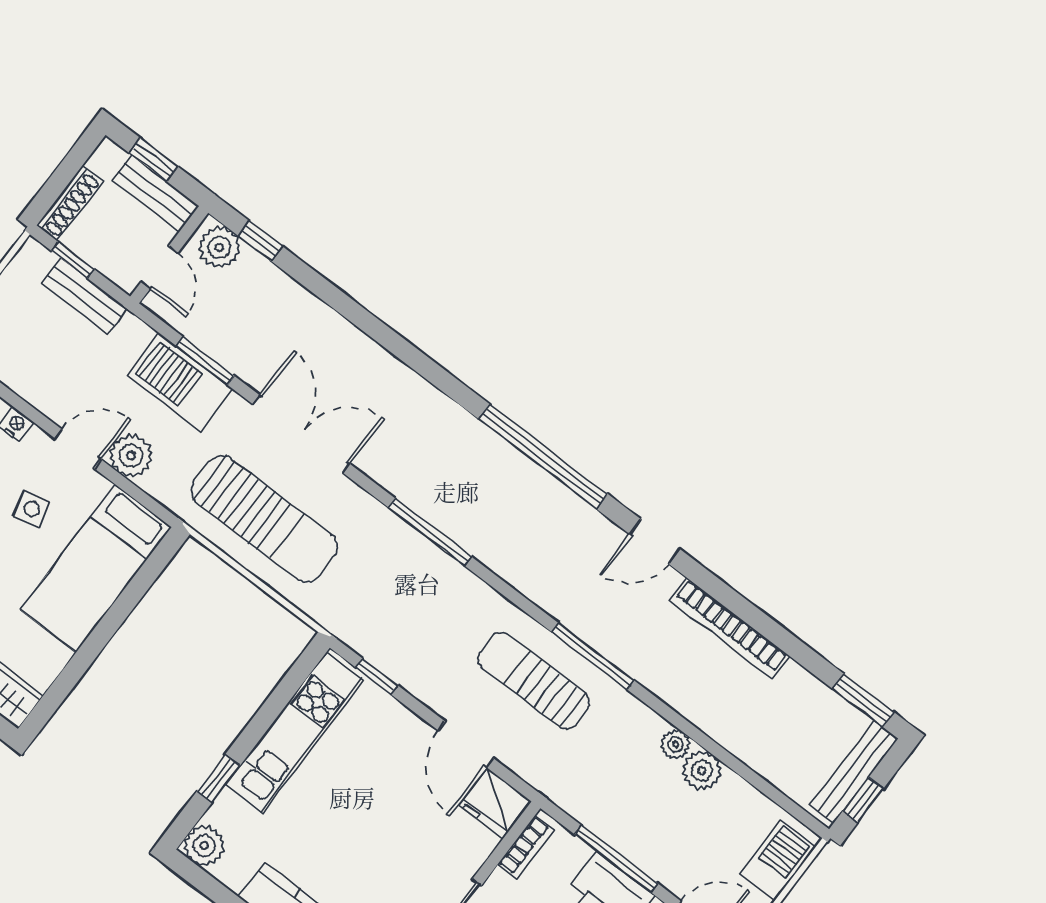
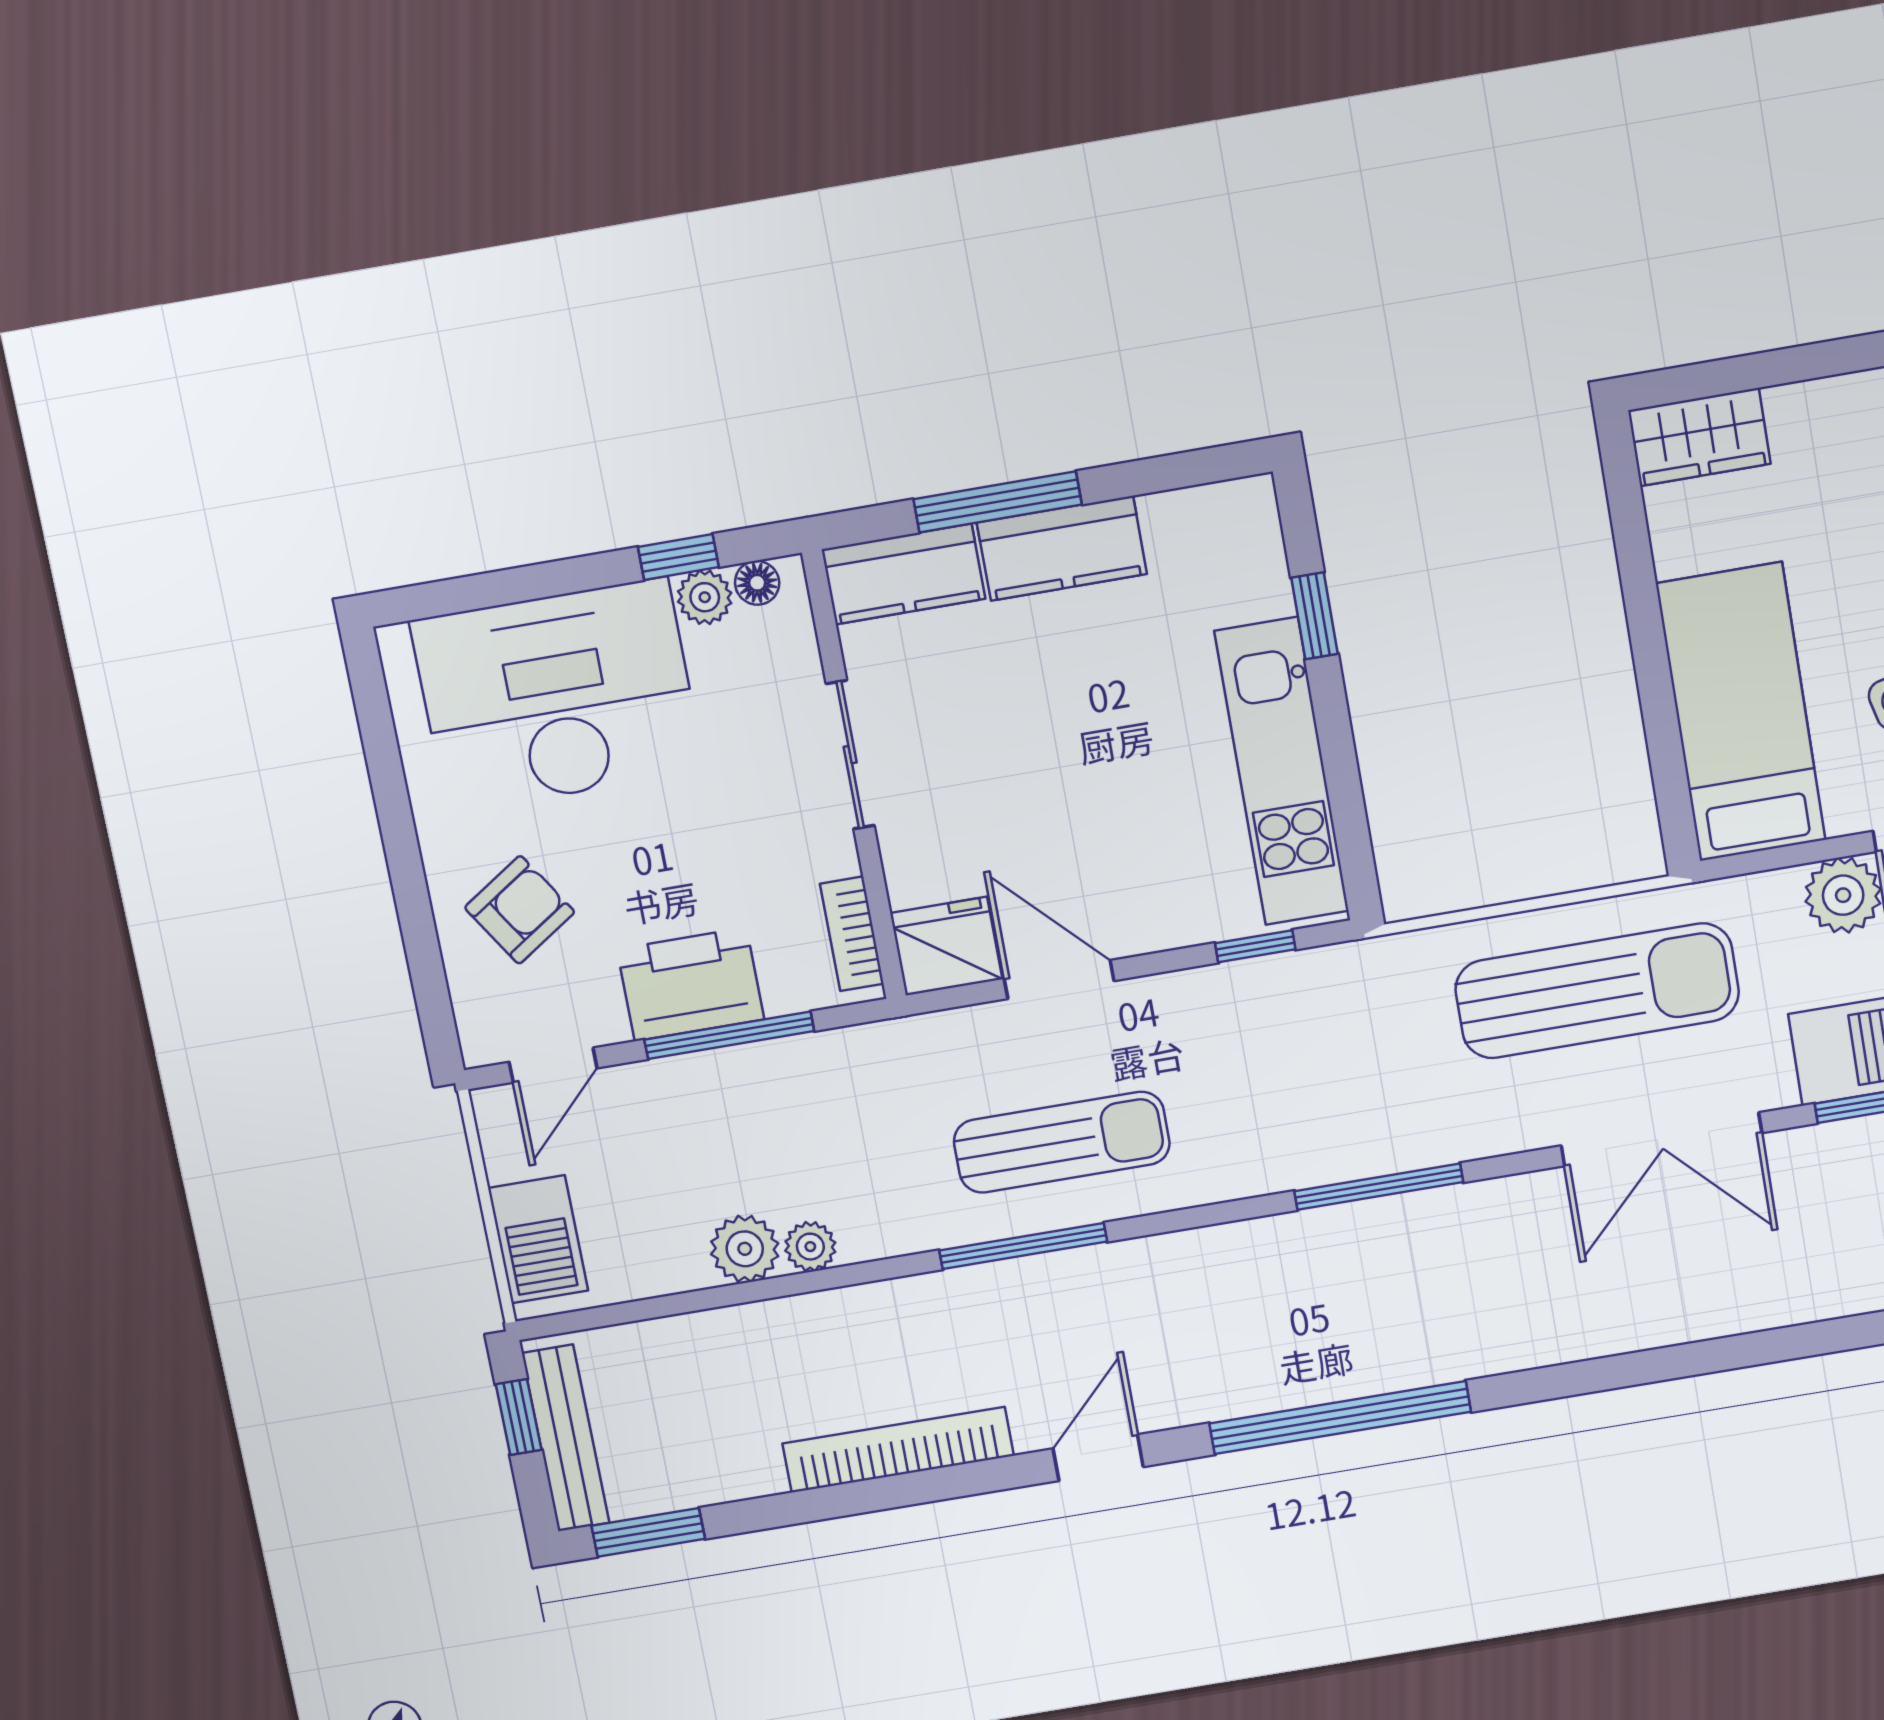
sun lounger: (264, 519) -> (1597, 991), turned 180
plant: (204, 846) -> (1243, 514), removed

